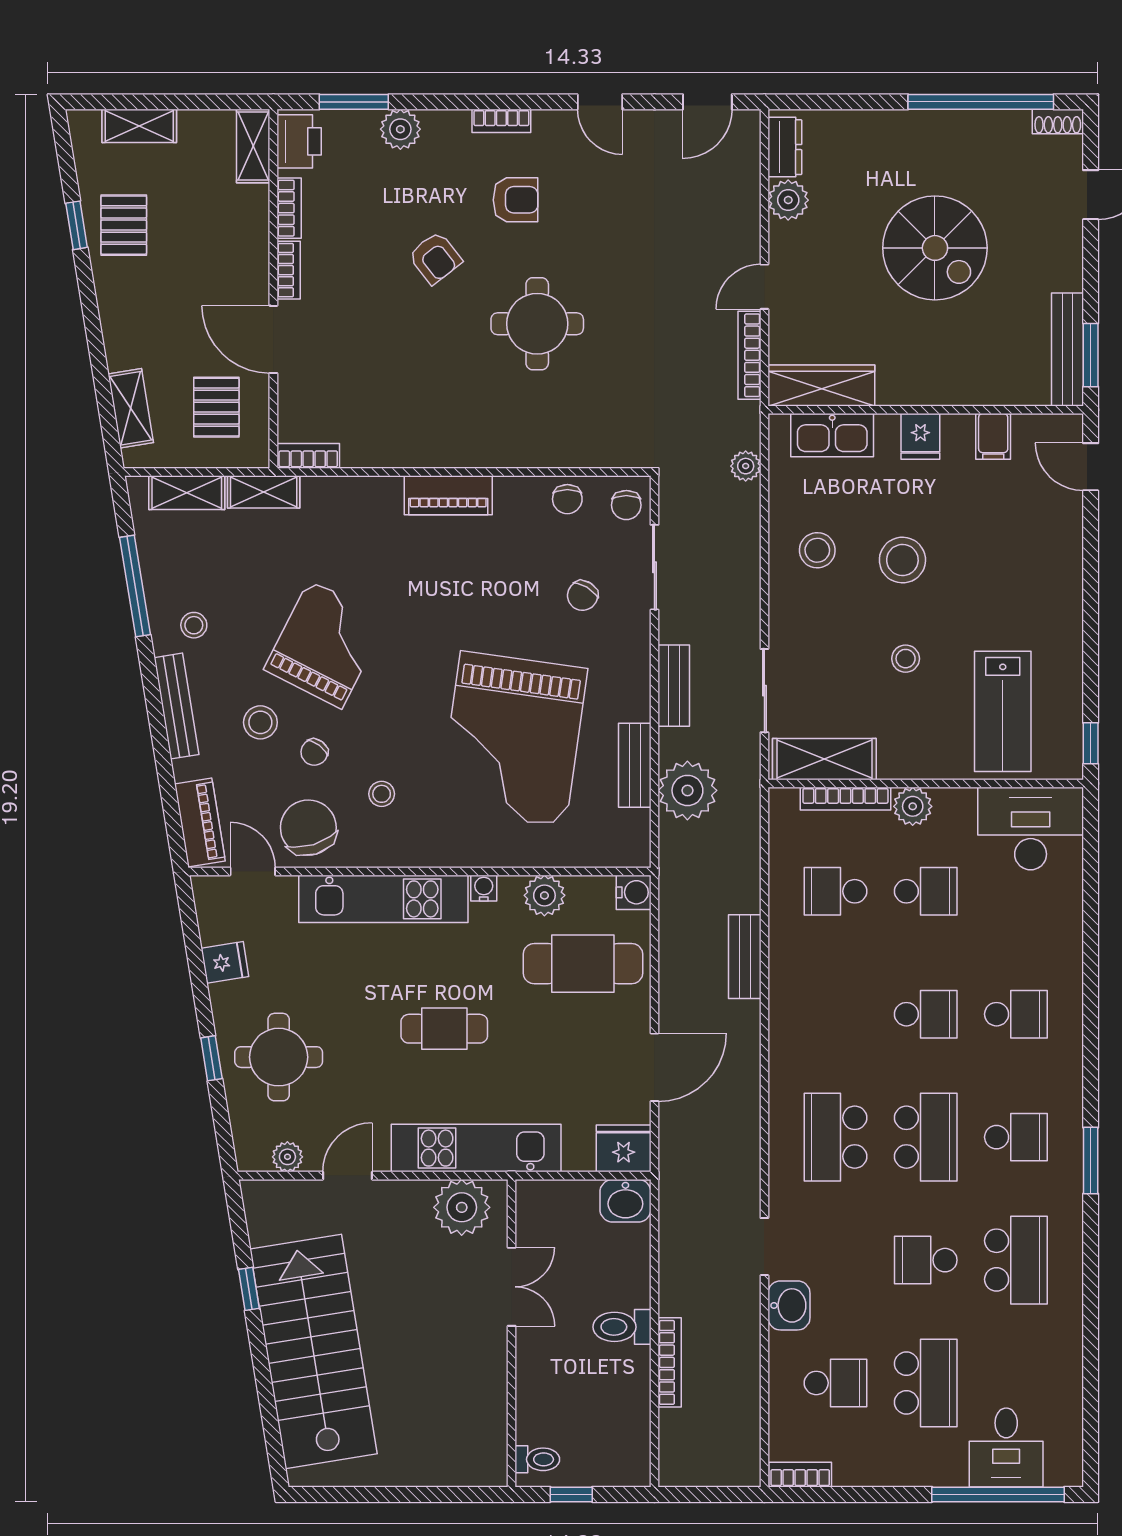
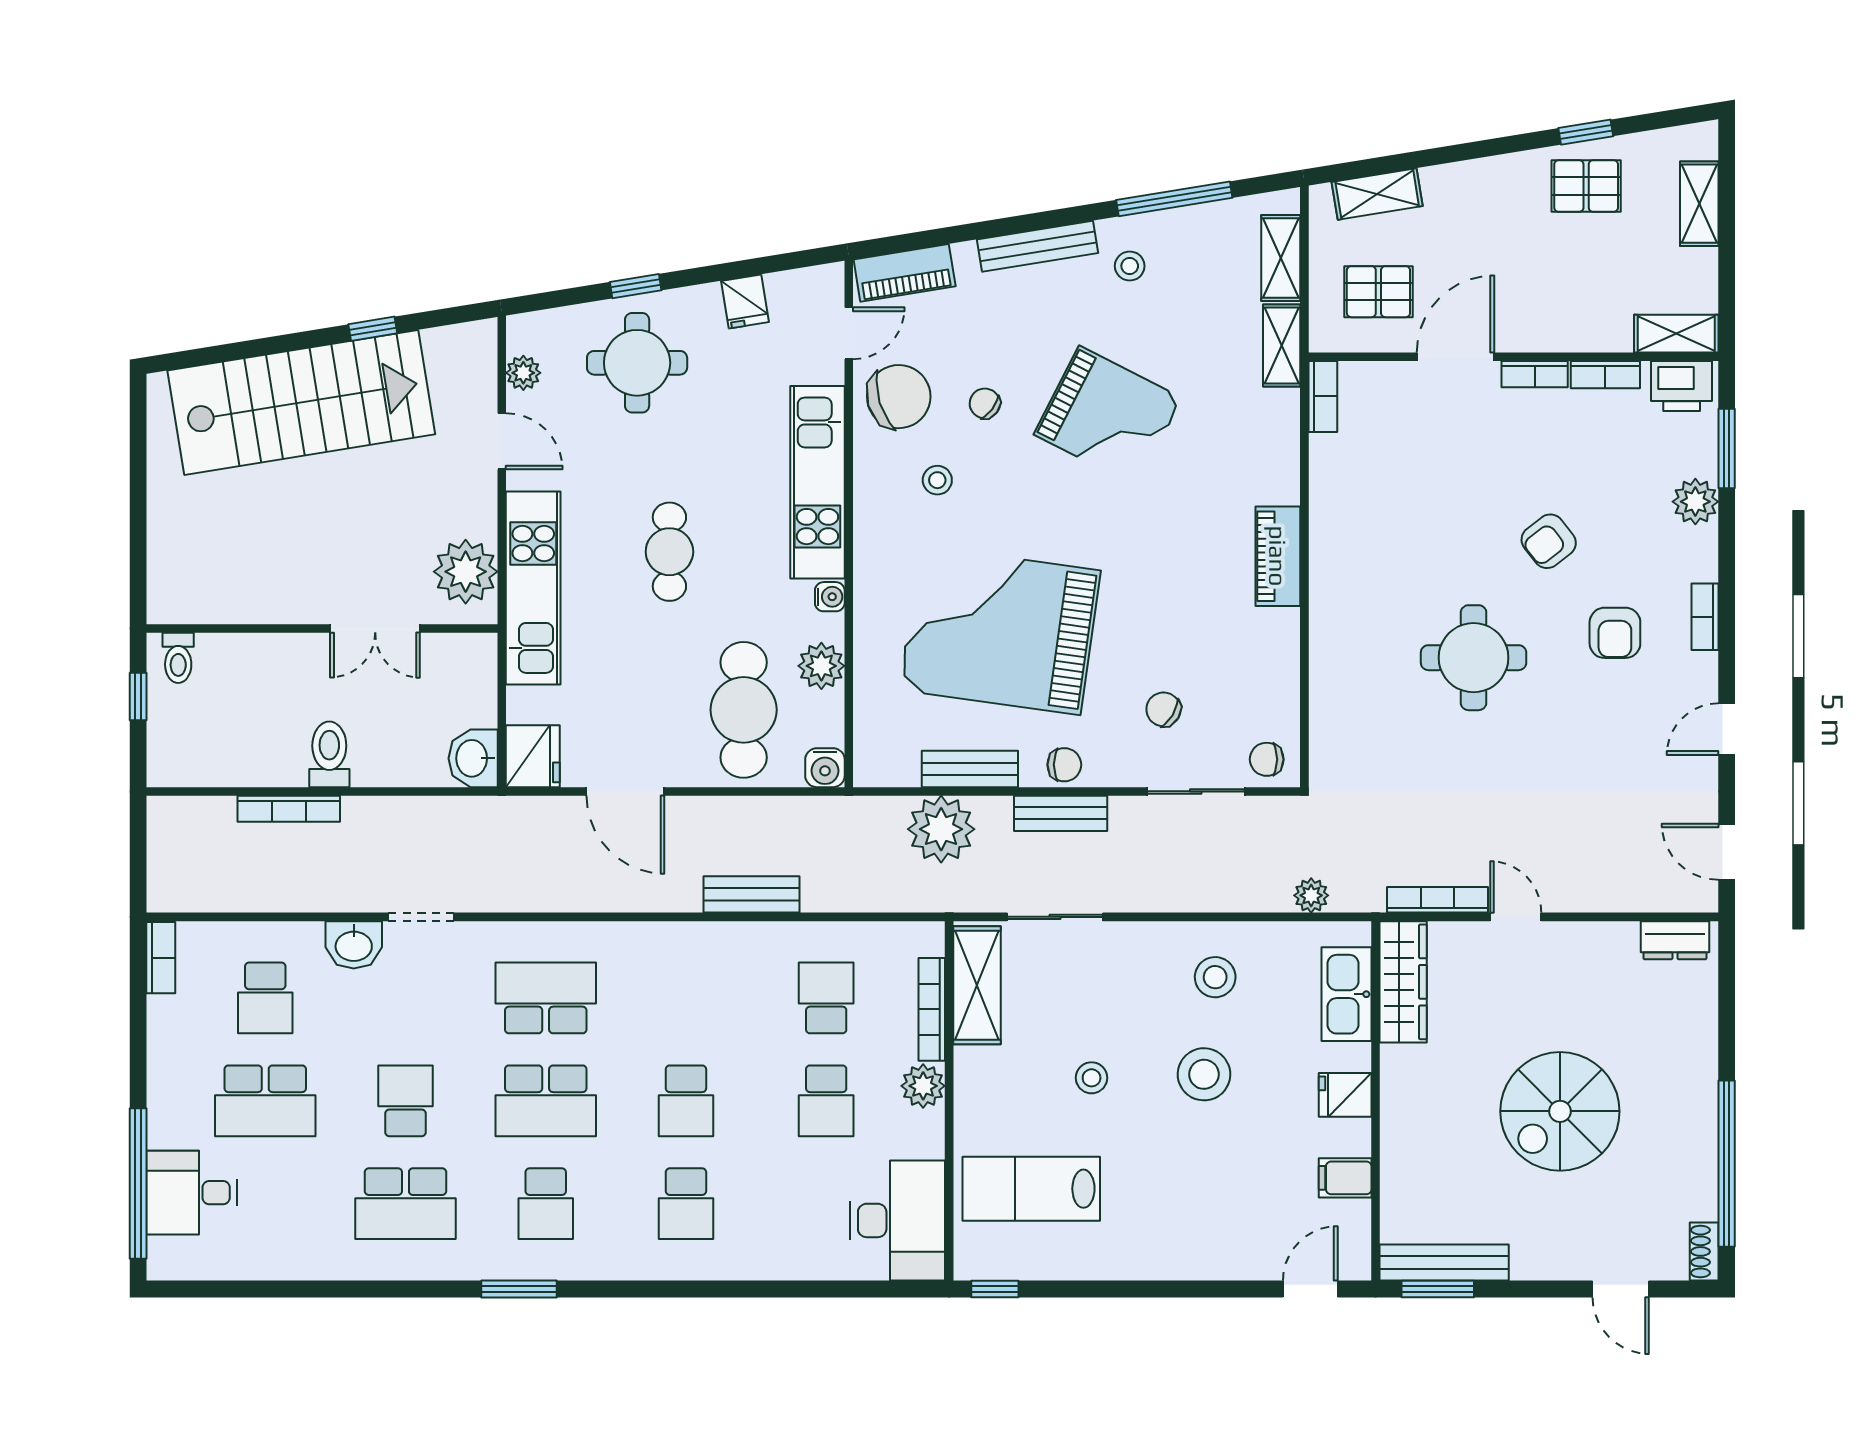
plant: (788, 200) -> (1615, 944), removed
chair: (567, 499) -> (1064, 765), moved, turned 180
stool: (260, 722) -> (1019, 342), removed

